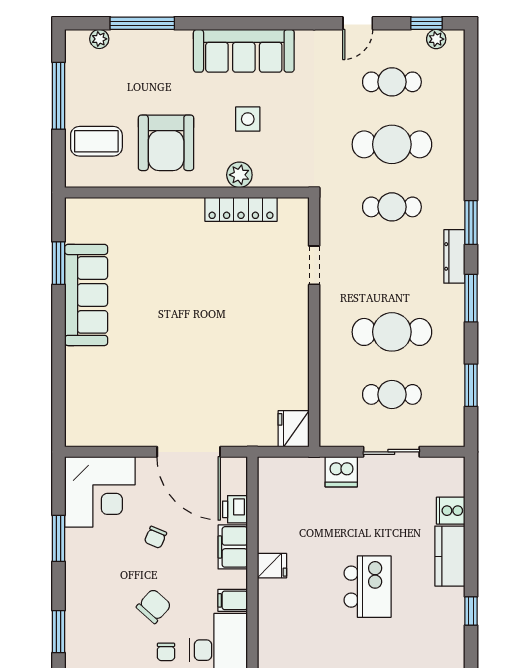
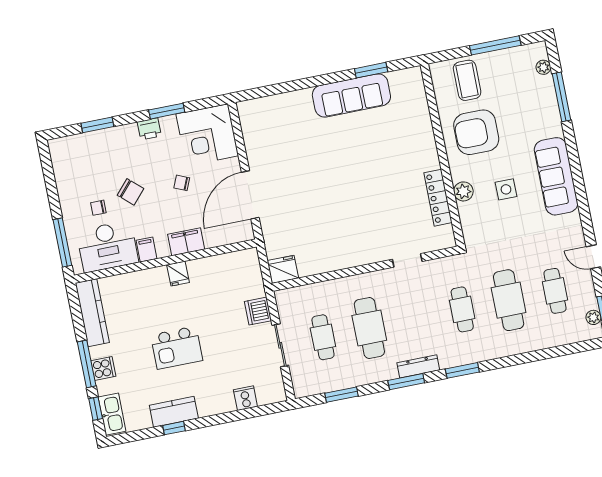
dresser: (454, 256) -> (418, 366), moved
printer: (235, 509) -> (149, 129), moved, turned 180
kitchen counter: (450, 556) -> (174, 412), moved

